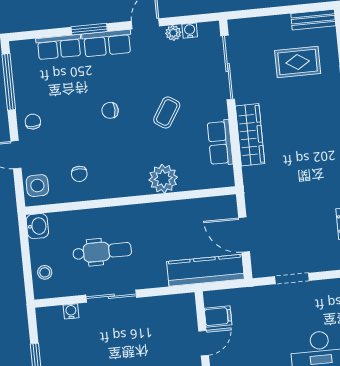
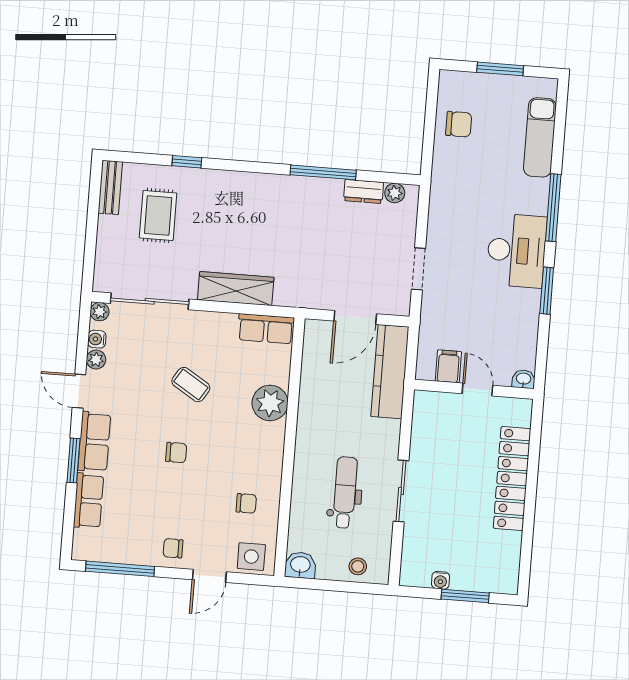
plant: (212, 29) -> (100, 312), added
chair: (110, 110) -> (176, 453), turned -90
row of seats: (220, 143) -> (266, 329), moved
water cooler: (71, 311) -> (440, 580), moved, turned -90

